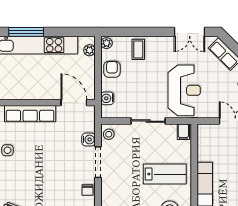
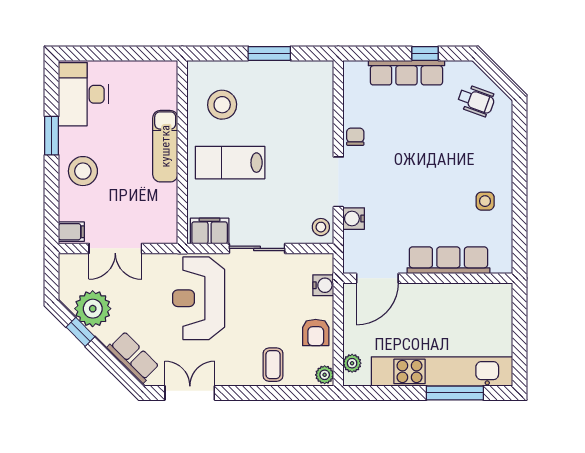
door: (74, 103) -> (377, 278), hinge flipped
filing cabinet: (183, 132) -> (210, 231), width x2.00

